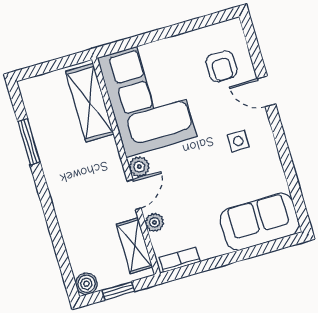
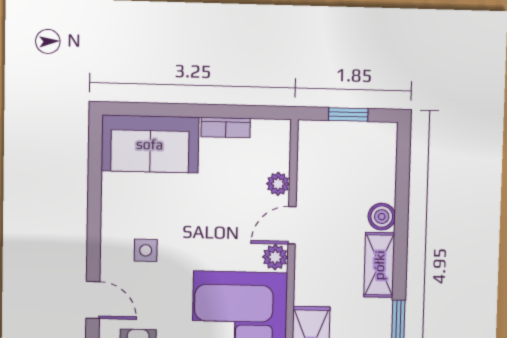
shelving: (134, 246) -> (379, 265), moved
bookcase: (180, 260) -> (226, 128), moved
boiler: (86, 284) -> (382, 217), moved

